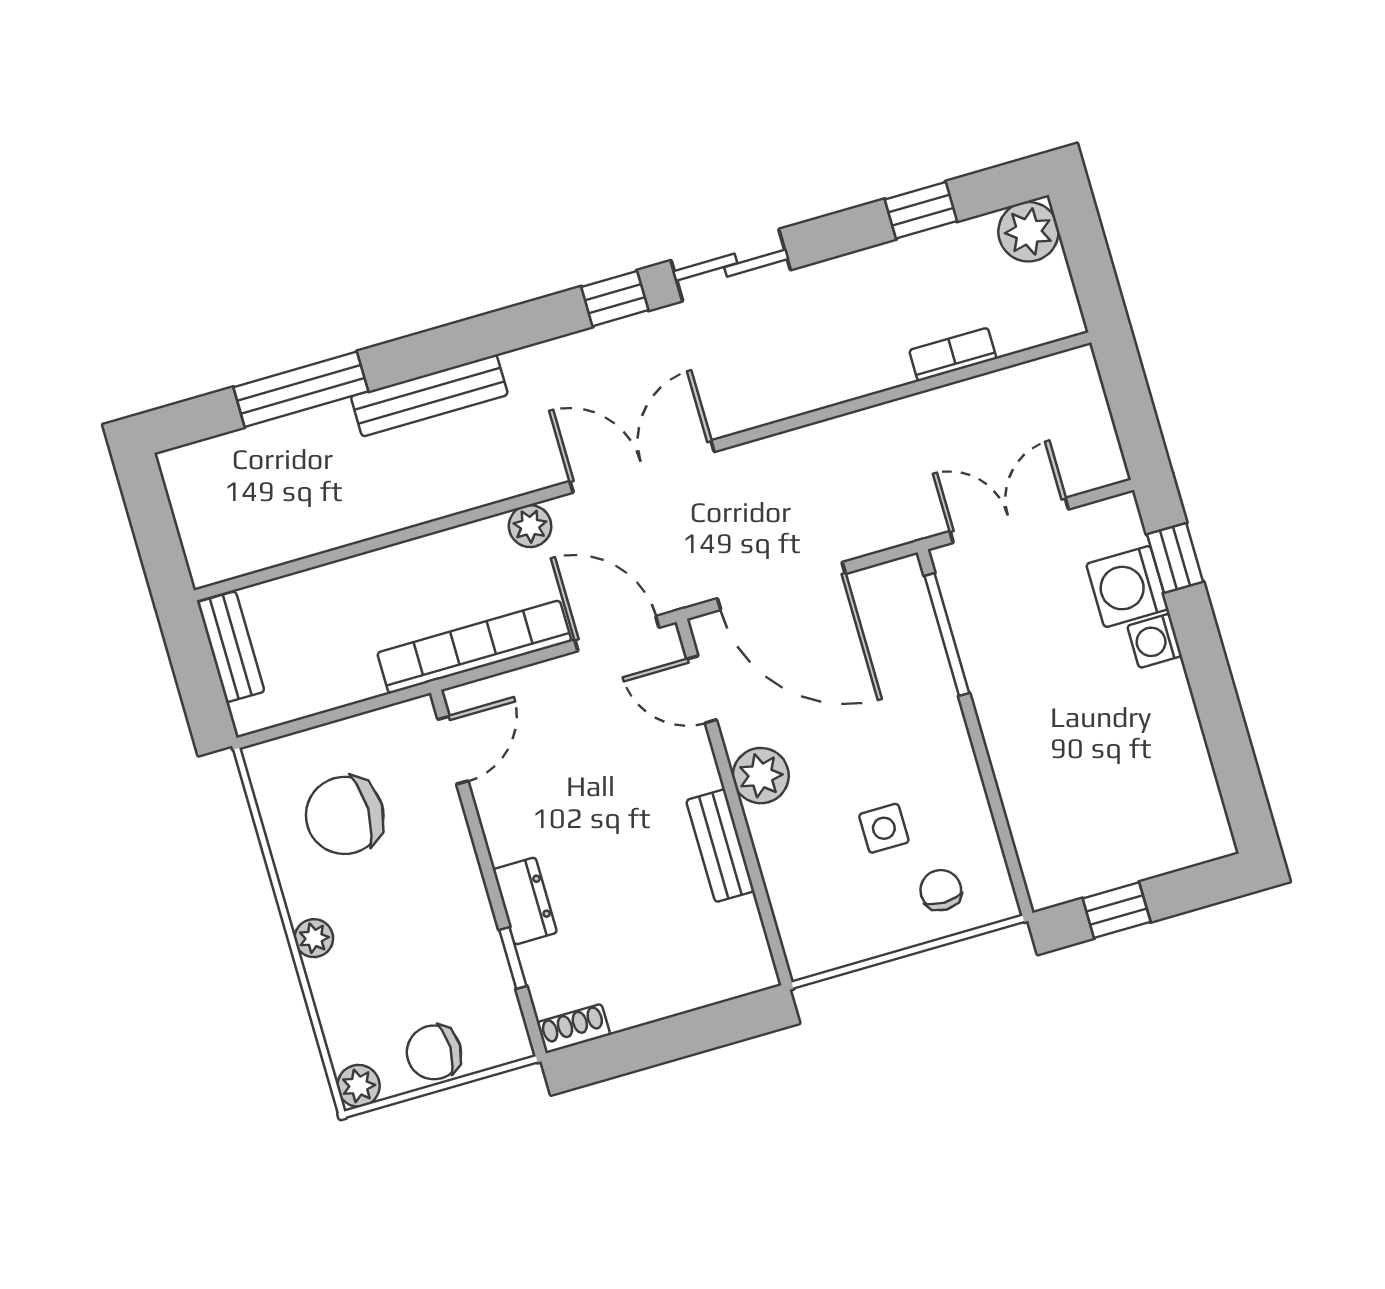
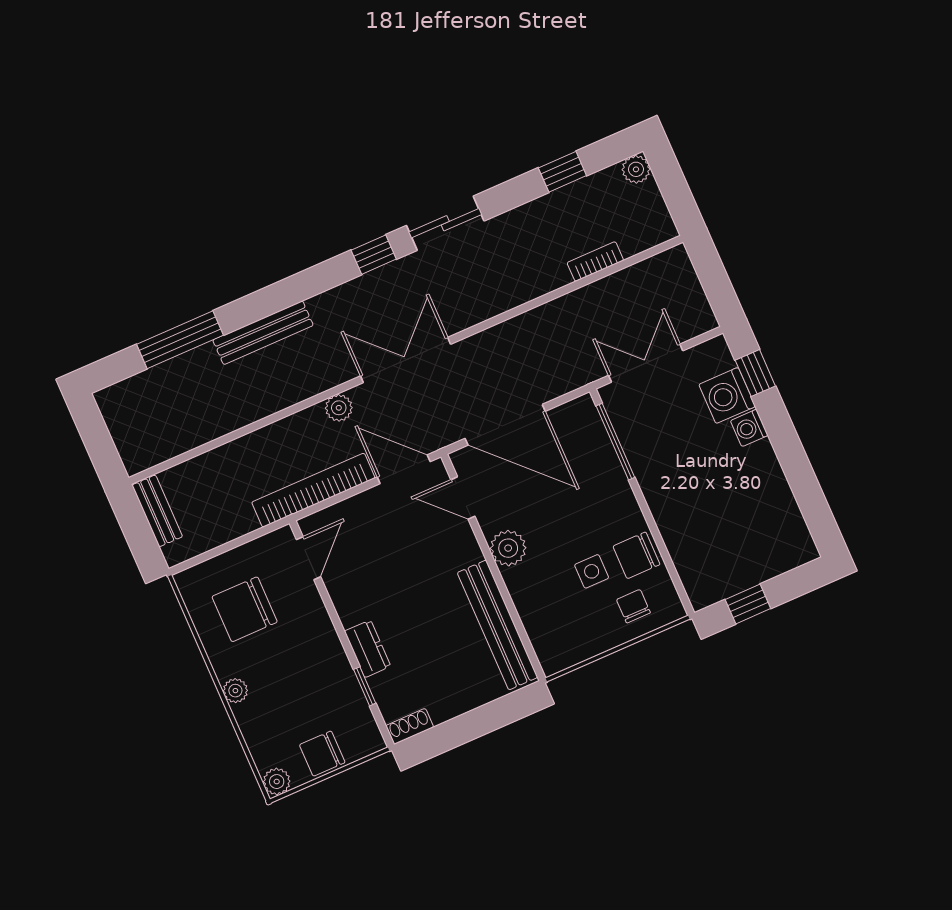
plant: (1028, 232) -> (636, 169), width x0.73, depth x0.73
chair: (956, 813) -> (636, 555), added
bench: (720, 846) -> (498, 625), width x1.86, depth x1.21

